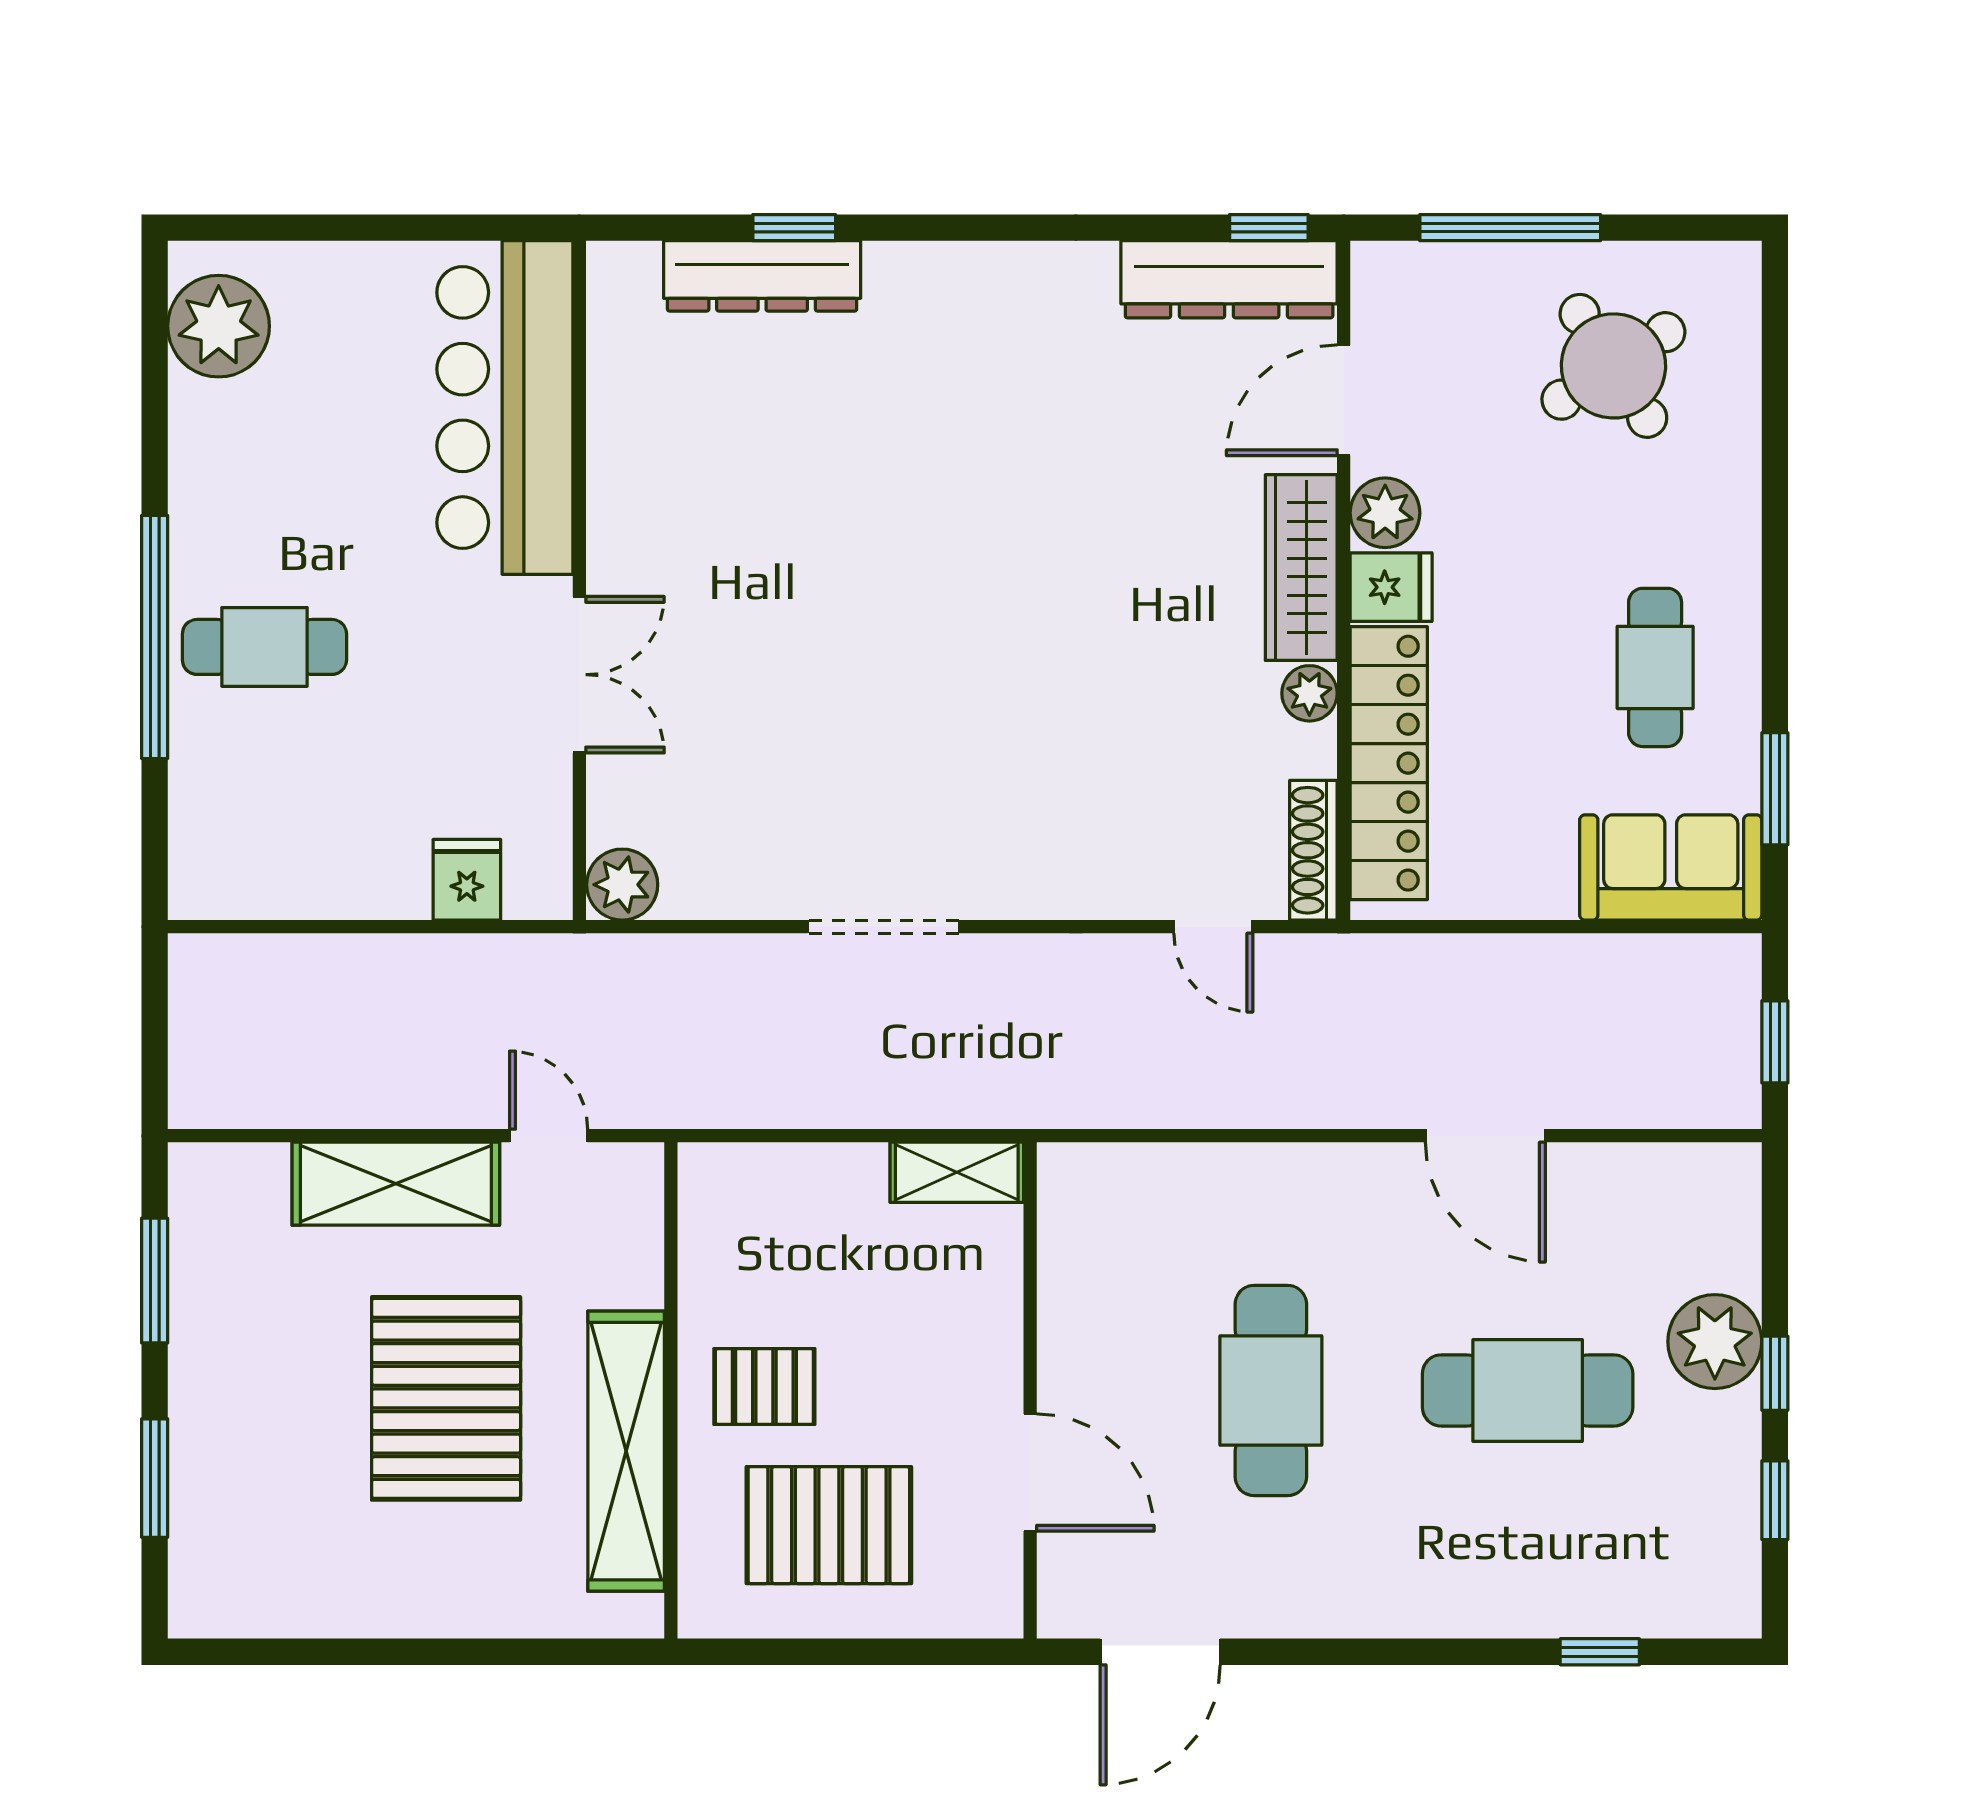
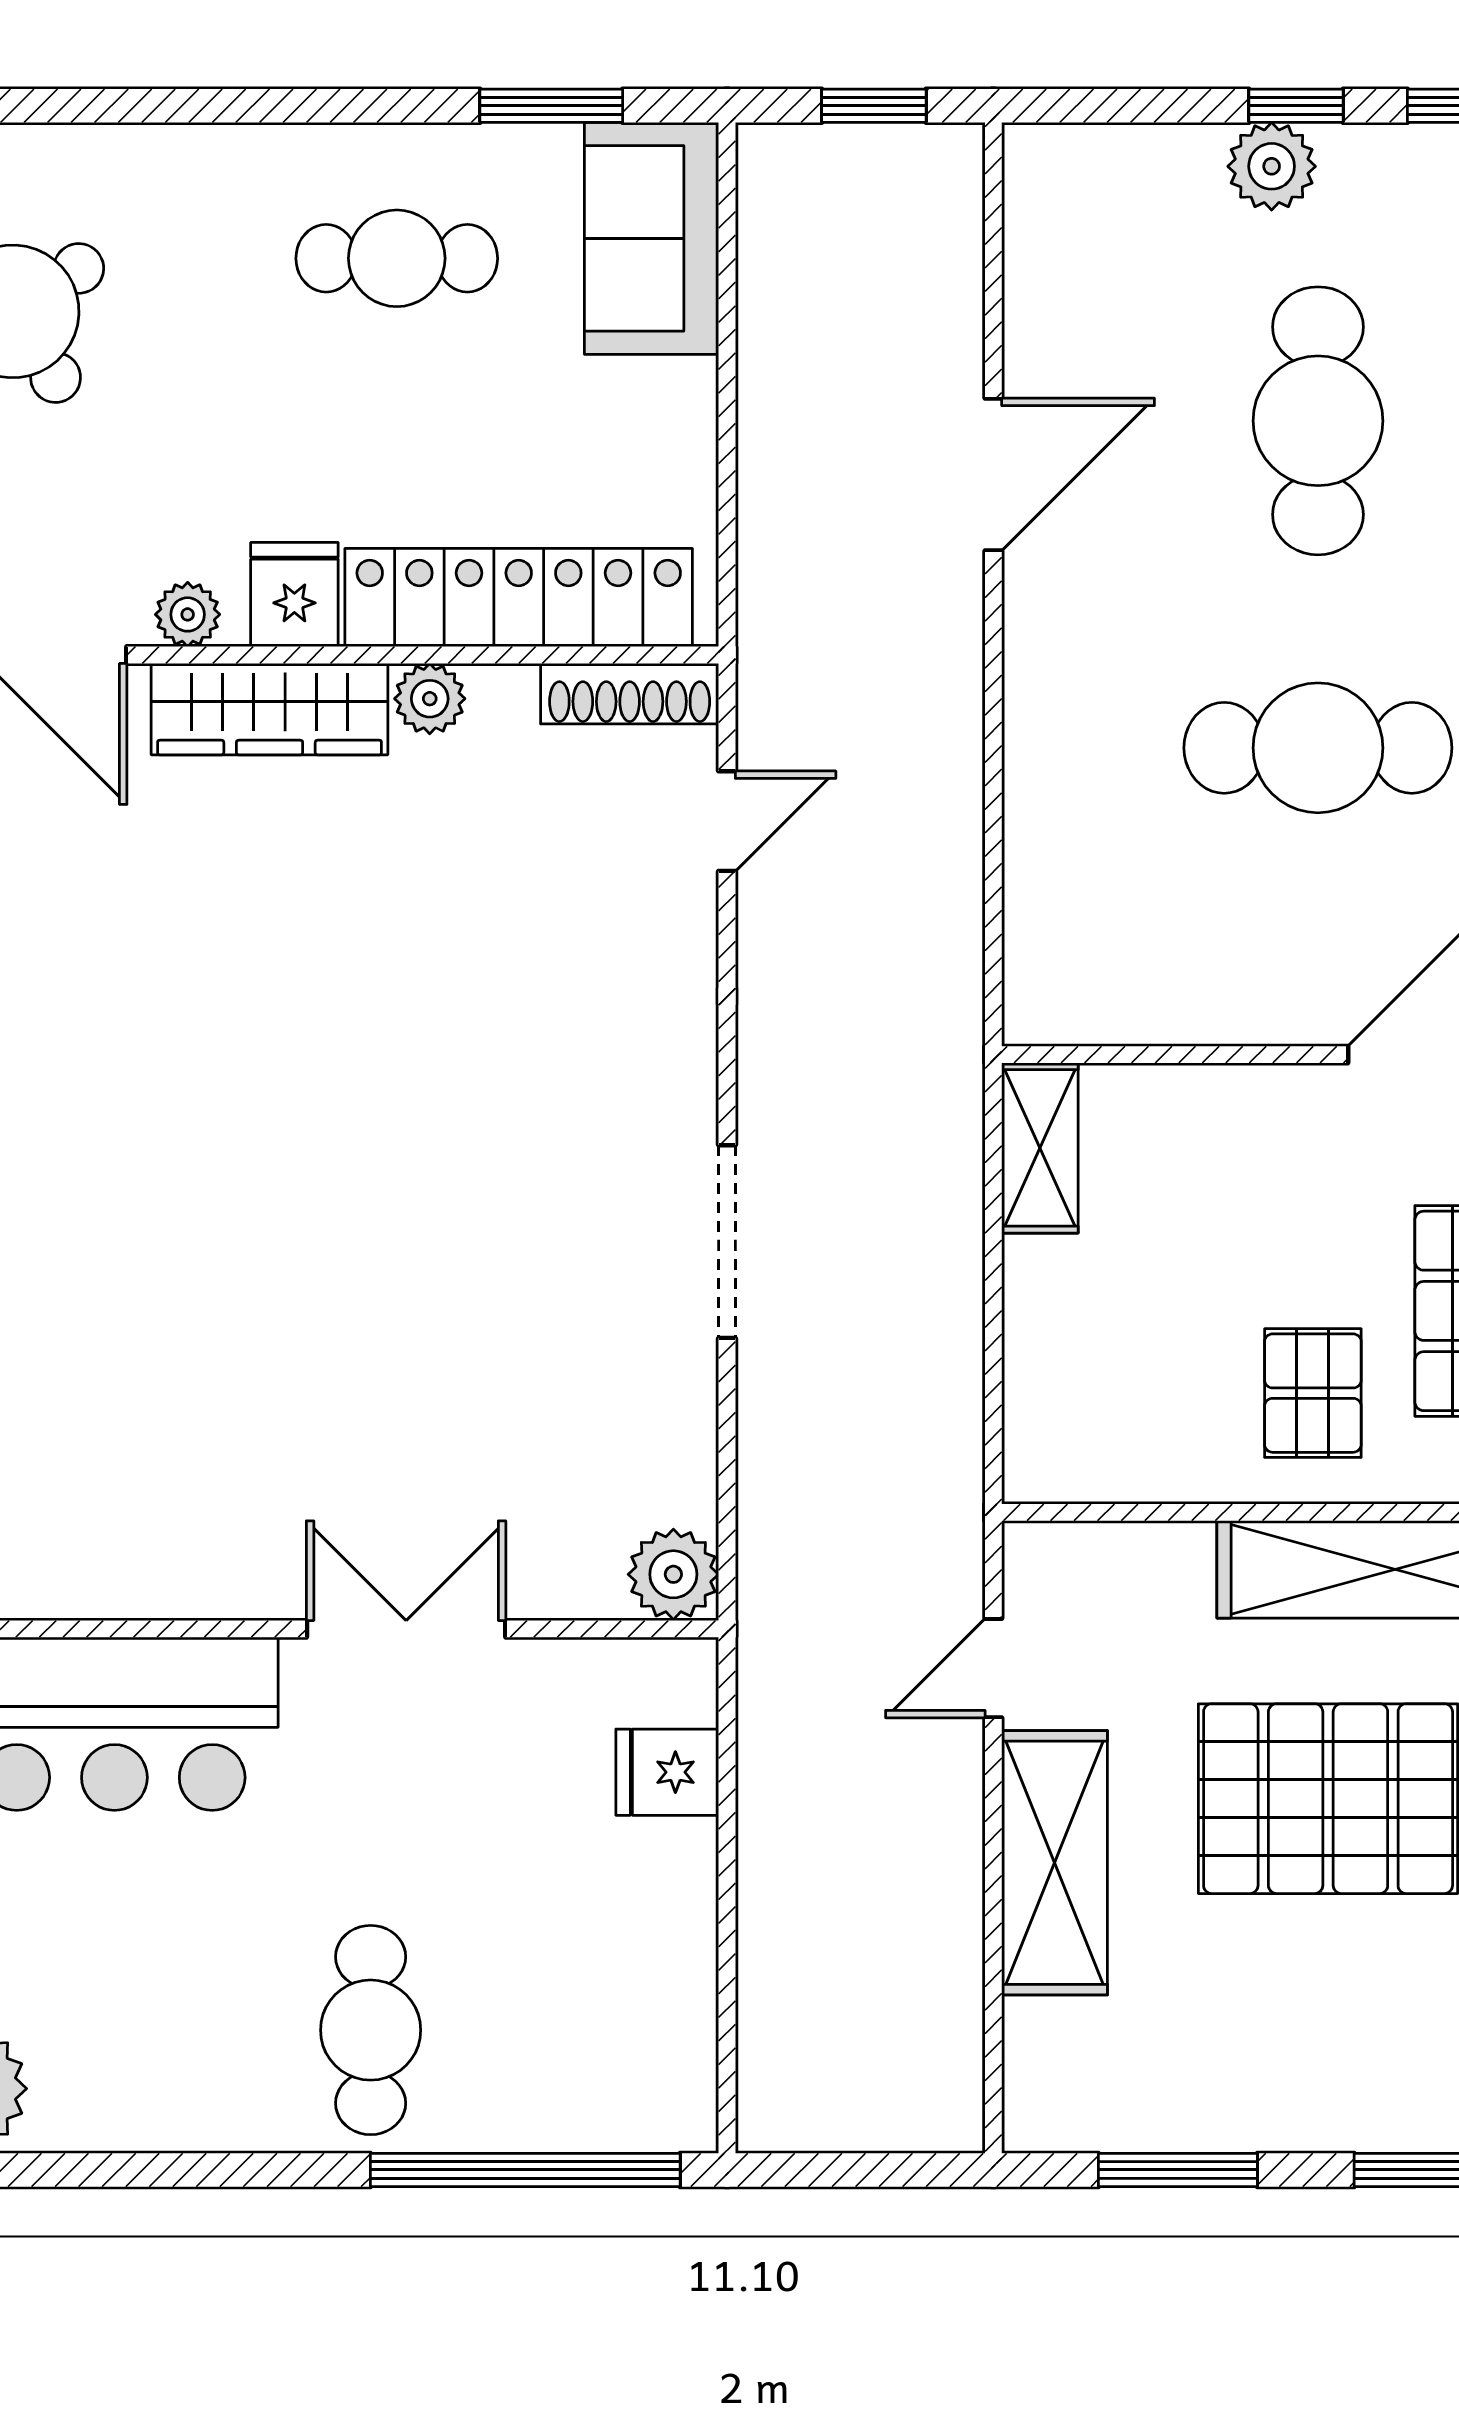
plant: (1385, 513) -> (188, 614), width x0.73, depth x0.73
window: (155, 637) -> (525, 2170), moved
plant: (1715, 1342) -> (1272, 166), width x0.73, depth x0.73

